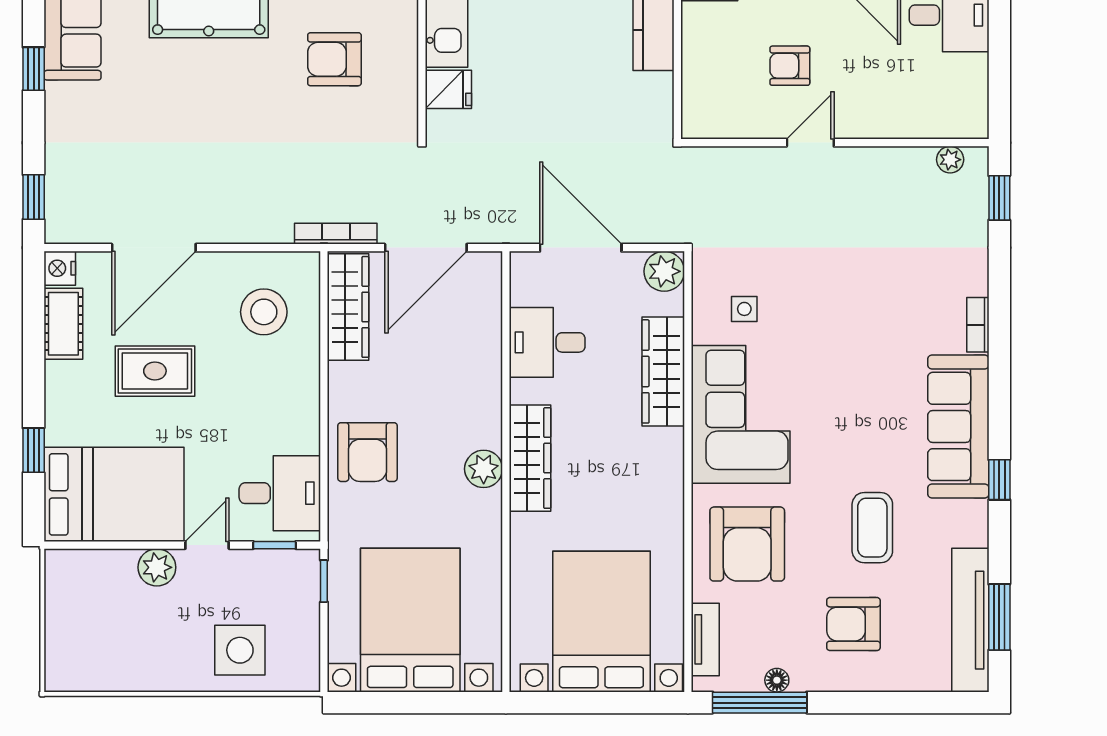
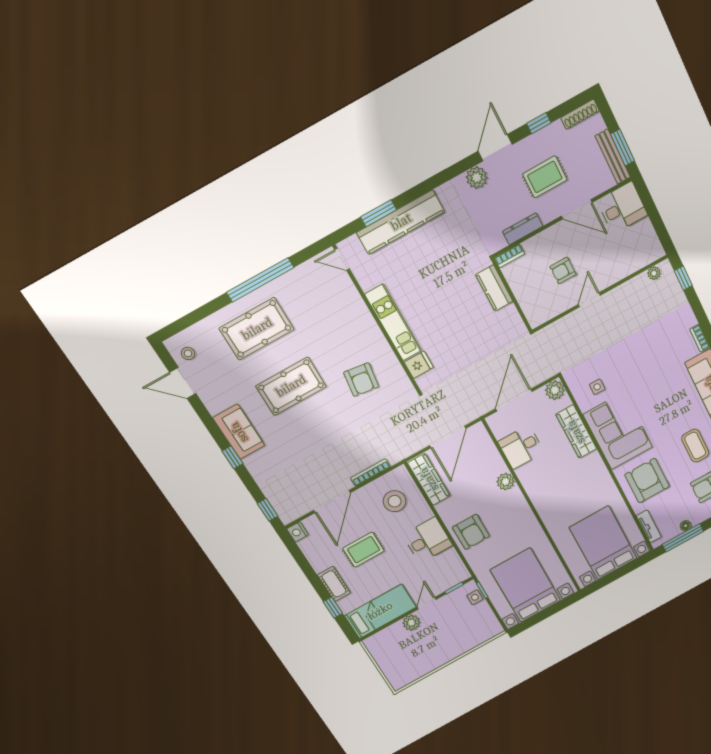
armchair: (334, 59) -> (361, 380), turned -82
bookcase: (336, 234) -> (370, 472), moved
door: (581, 248) -> (514, 400), hinge flipped
cot: (63, 324) -> (334, 584), moved
wardrobe: (530, 458) -> (539, 497), removed
plant: (484, 469) -> (505, 482), moved
desk: (280, 493) -> (427, 540), moved
bed: (114, 494) -> (380, 611), width x0.67
armchair: (747, 544) -> (647, 481), turned 180
side table: (240, 650) -> (475, 597), moved, width x0.54, depth x0.54

